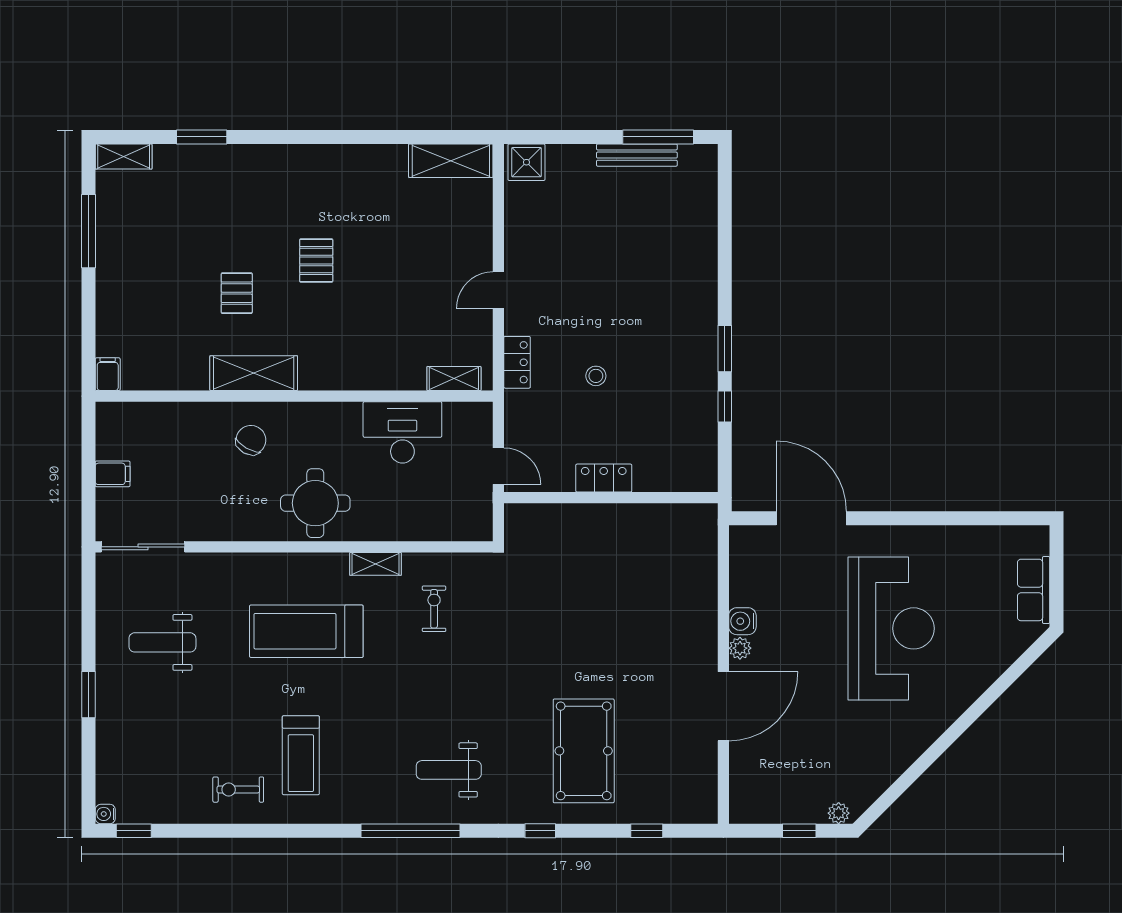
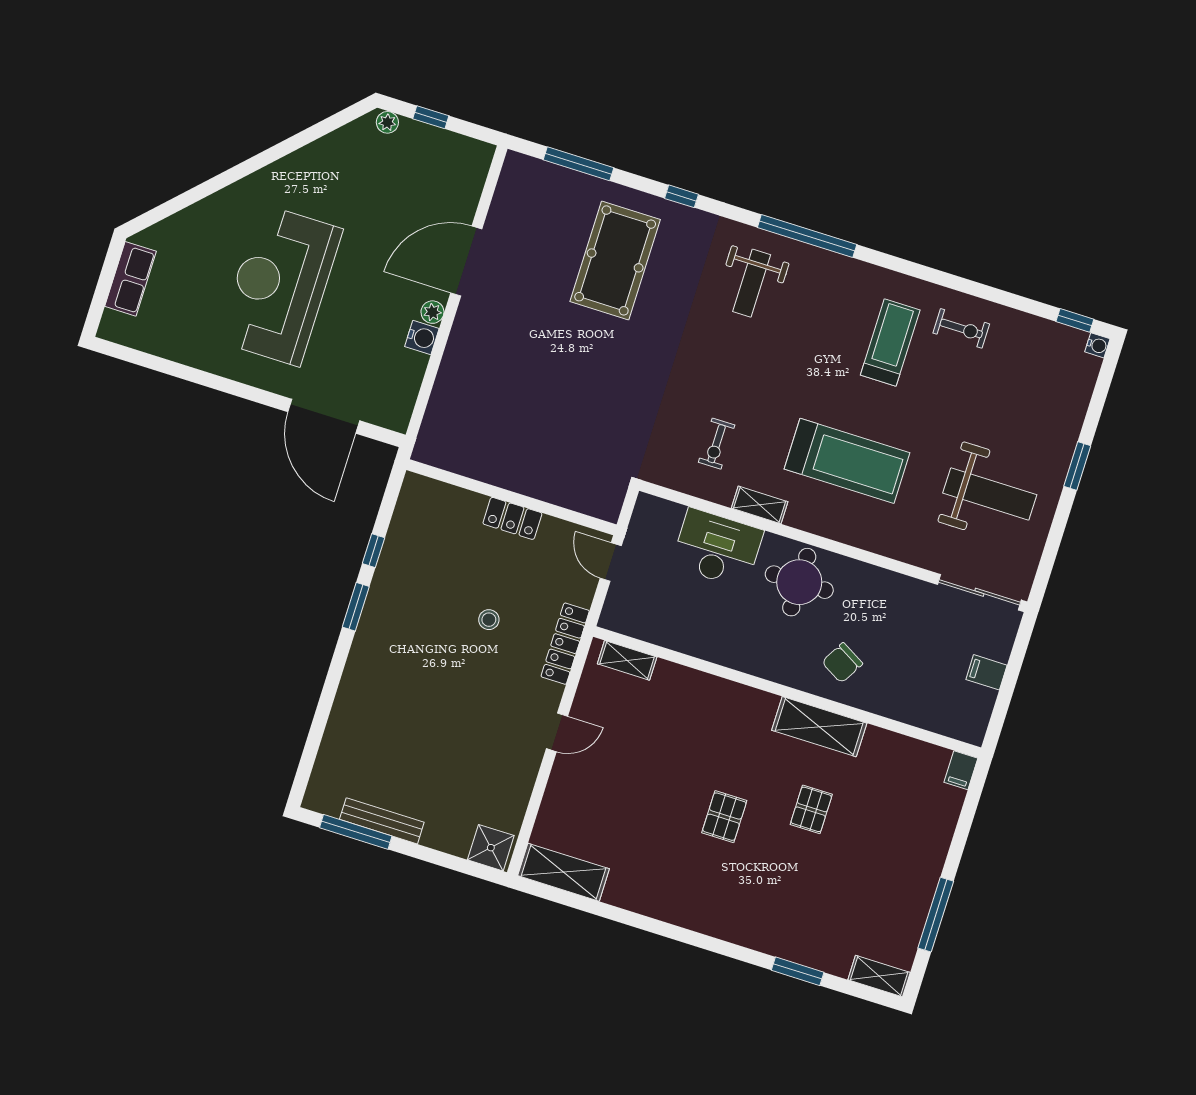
locker: (517, 362) -> (565, 644), width x1.53
desk: (402, 432) -> (717, 548), moved, turned 180
weight bench: (162, 642) -> (990, 494), width x1.36, depth x1.33
weight bench: (449, 770) -> (752, 283), turned 90
window: (647, 831) -> (578, 164), width x2.17

